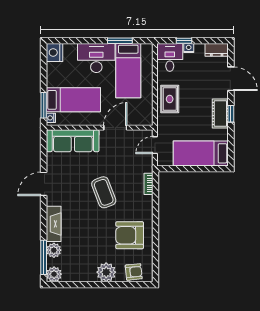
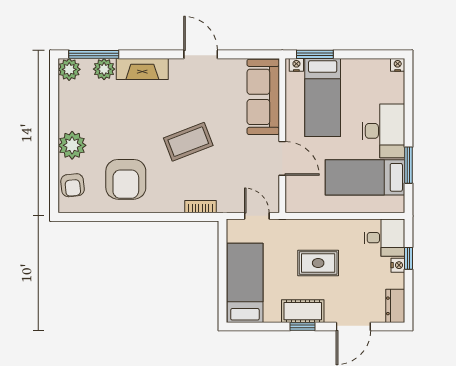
nightstand: (54, 52) -> (398, 65), width x0.53, depth x0.56
rug: (170, 99) -> (318, 263), moved
armchair: (130, 235) -> (126, 179), turned 180

